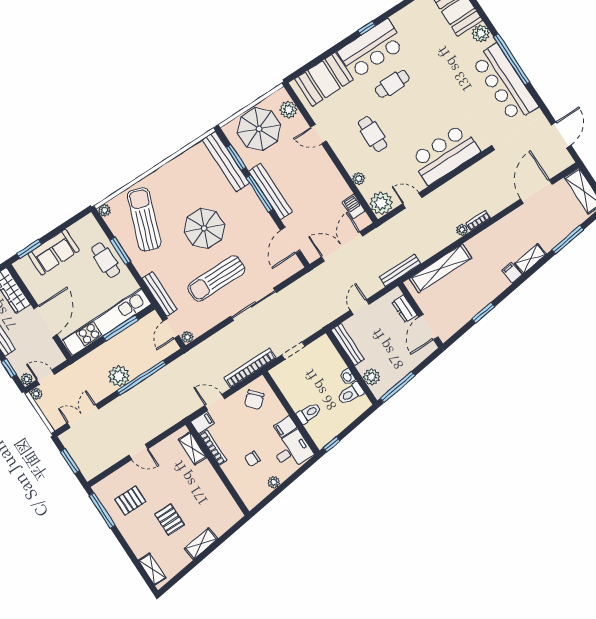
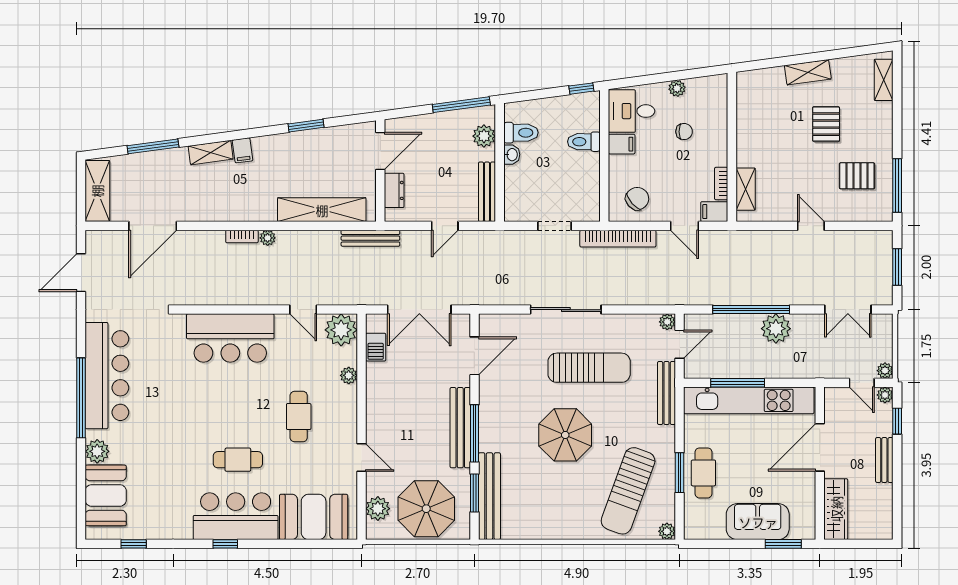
bookcase: (213, 448) -> (721, 184), width x0.64

